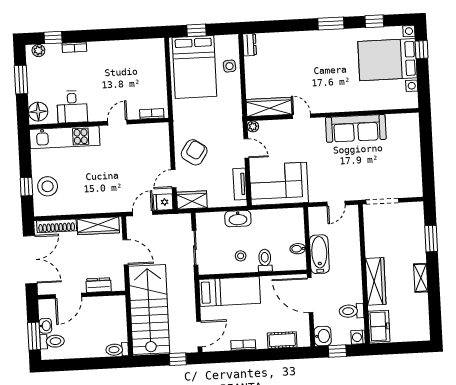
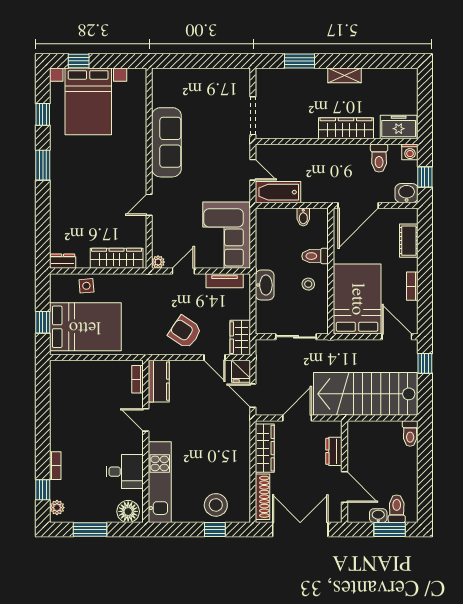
wardrobe: (269, 107) -> (117, 258), moved, turned 90
kitchen counter: (151, 132) -> (159, 381), added
bathtub: (319, 254) -> (278, 192), moved
bed: (230, 291) -> (357, 299), width x1.50

